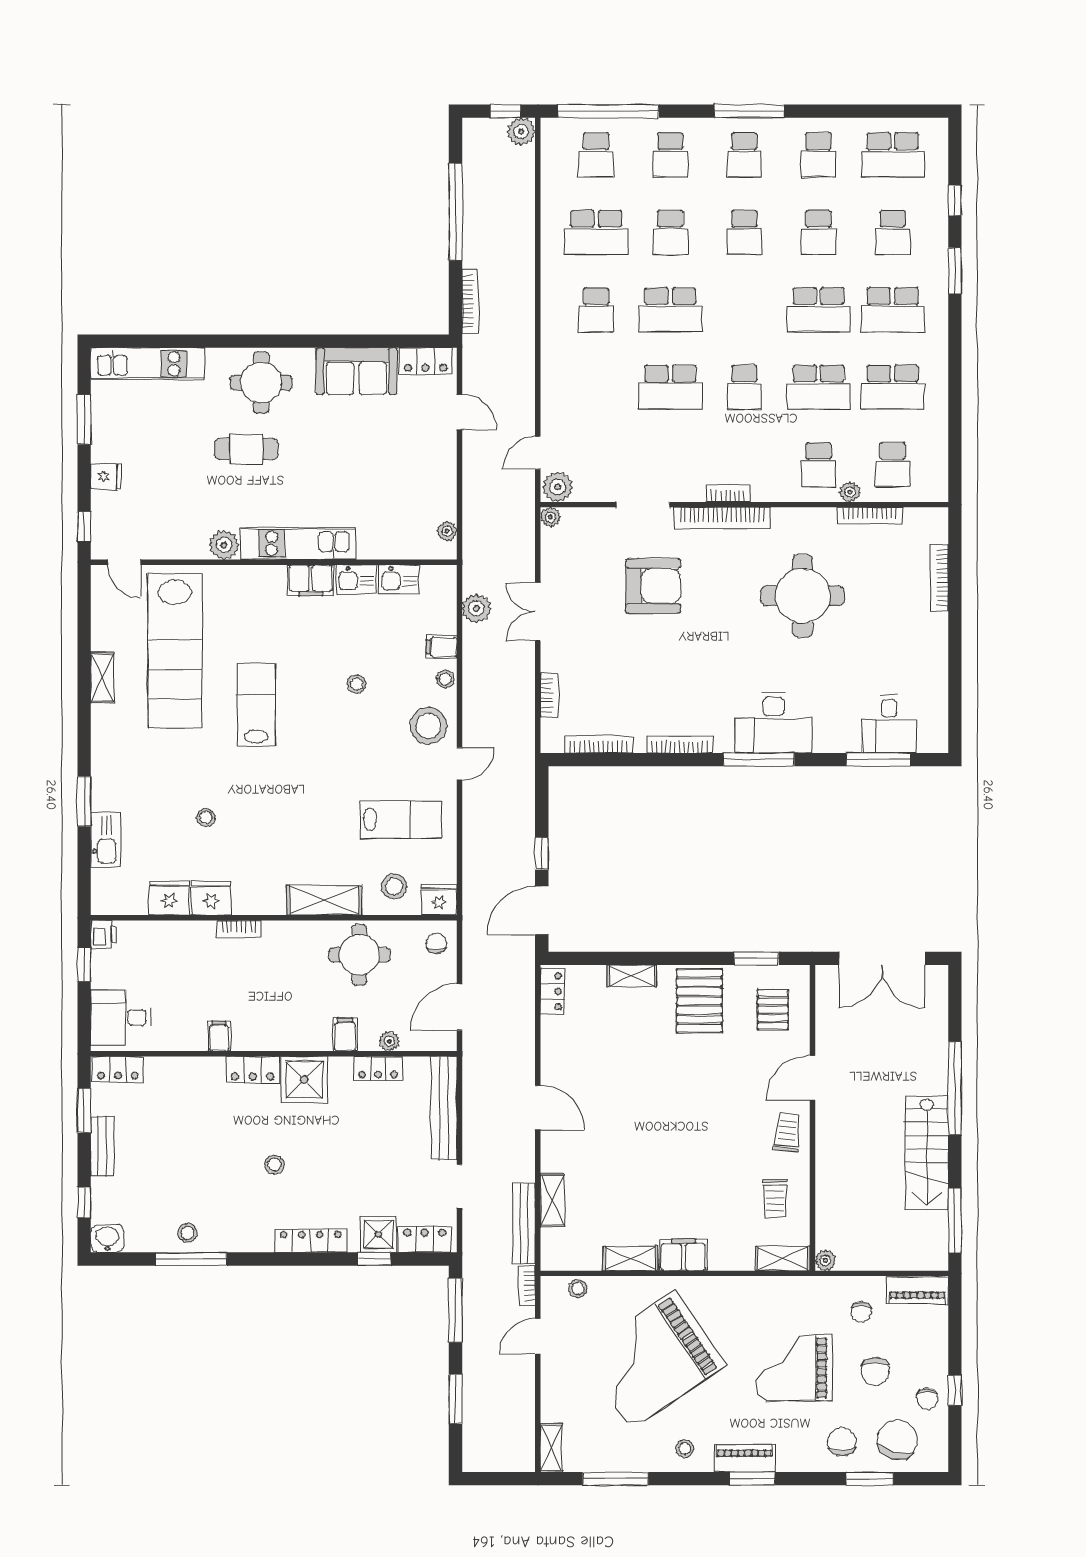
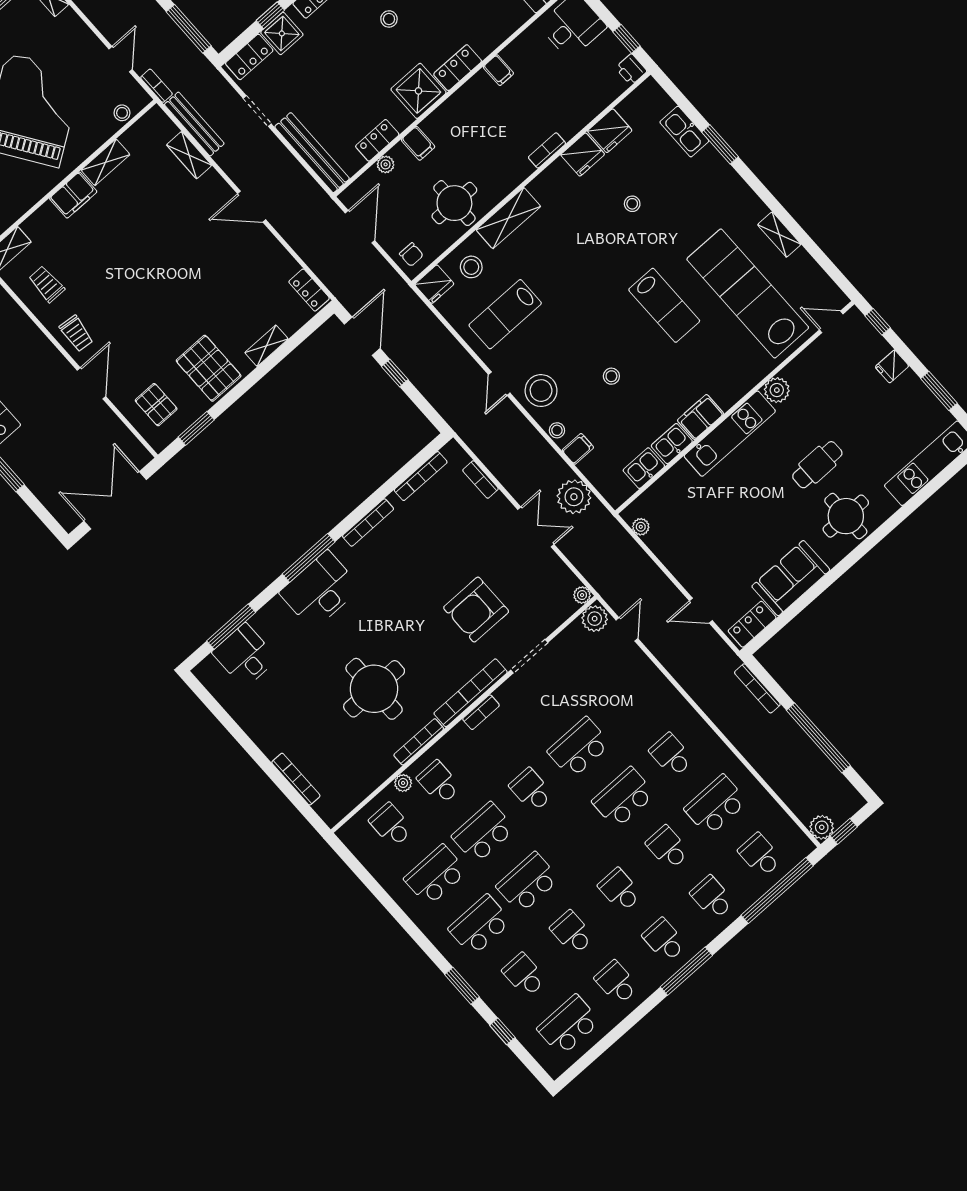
bookcase: (870, 516) -> (419, 742), moved
plant: (476, 608) -> (574, 497), width x1.36, depth x1.36

